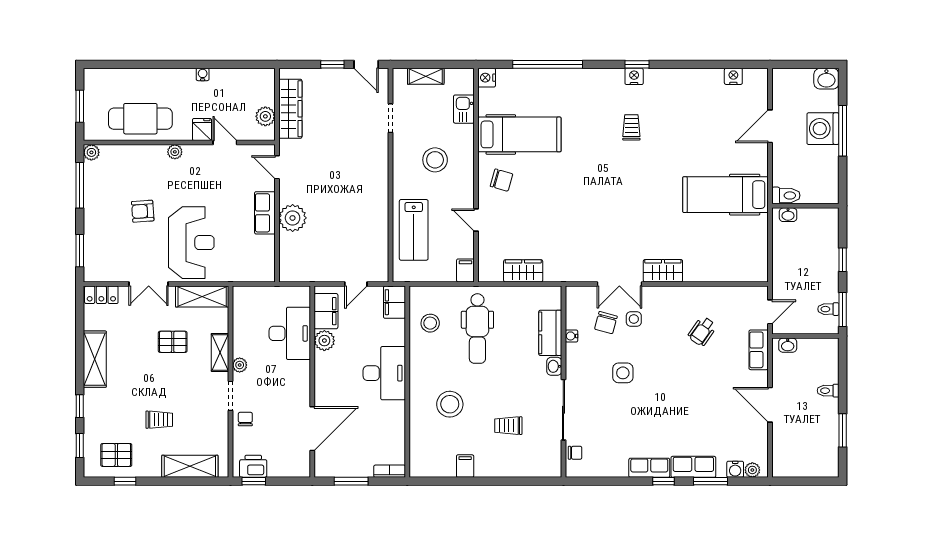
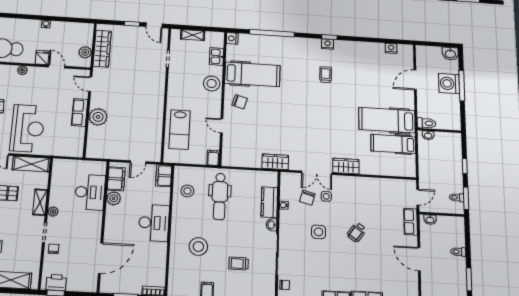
stool: (435, 160) -> (212, 84), moved
hospital bed: (735, 232) -> (393, 144), added
wardrobe: (523, 271) -> (275, 162), moved
wheelchair: (702, 331) -> (357, 232), moved

